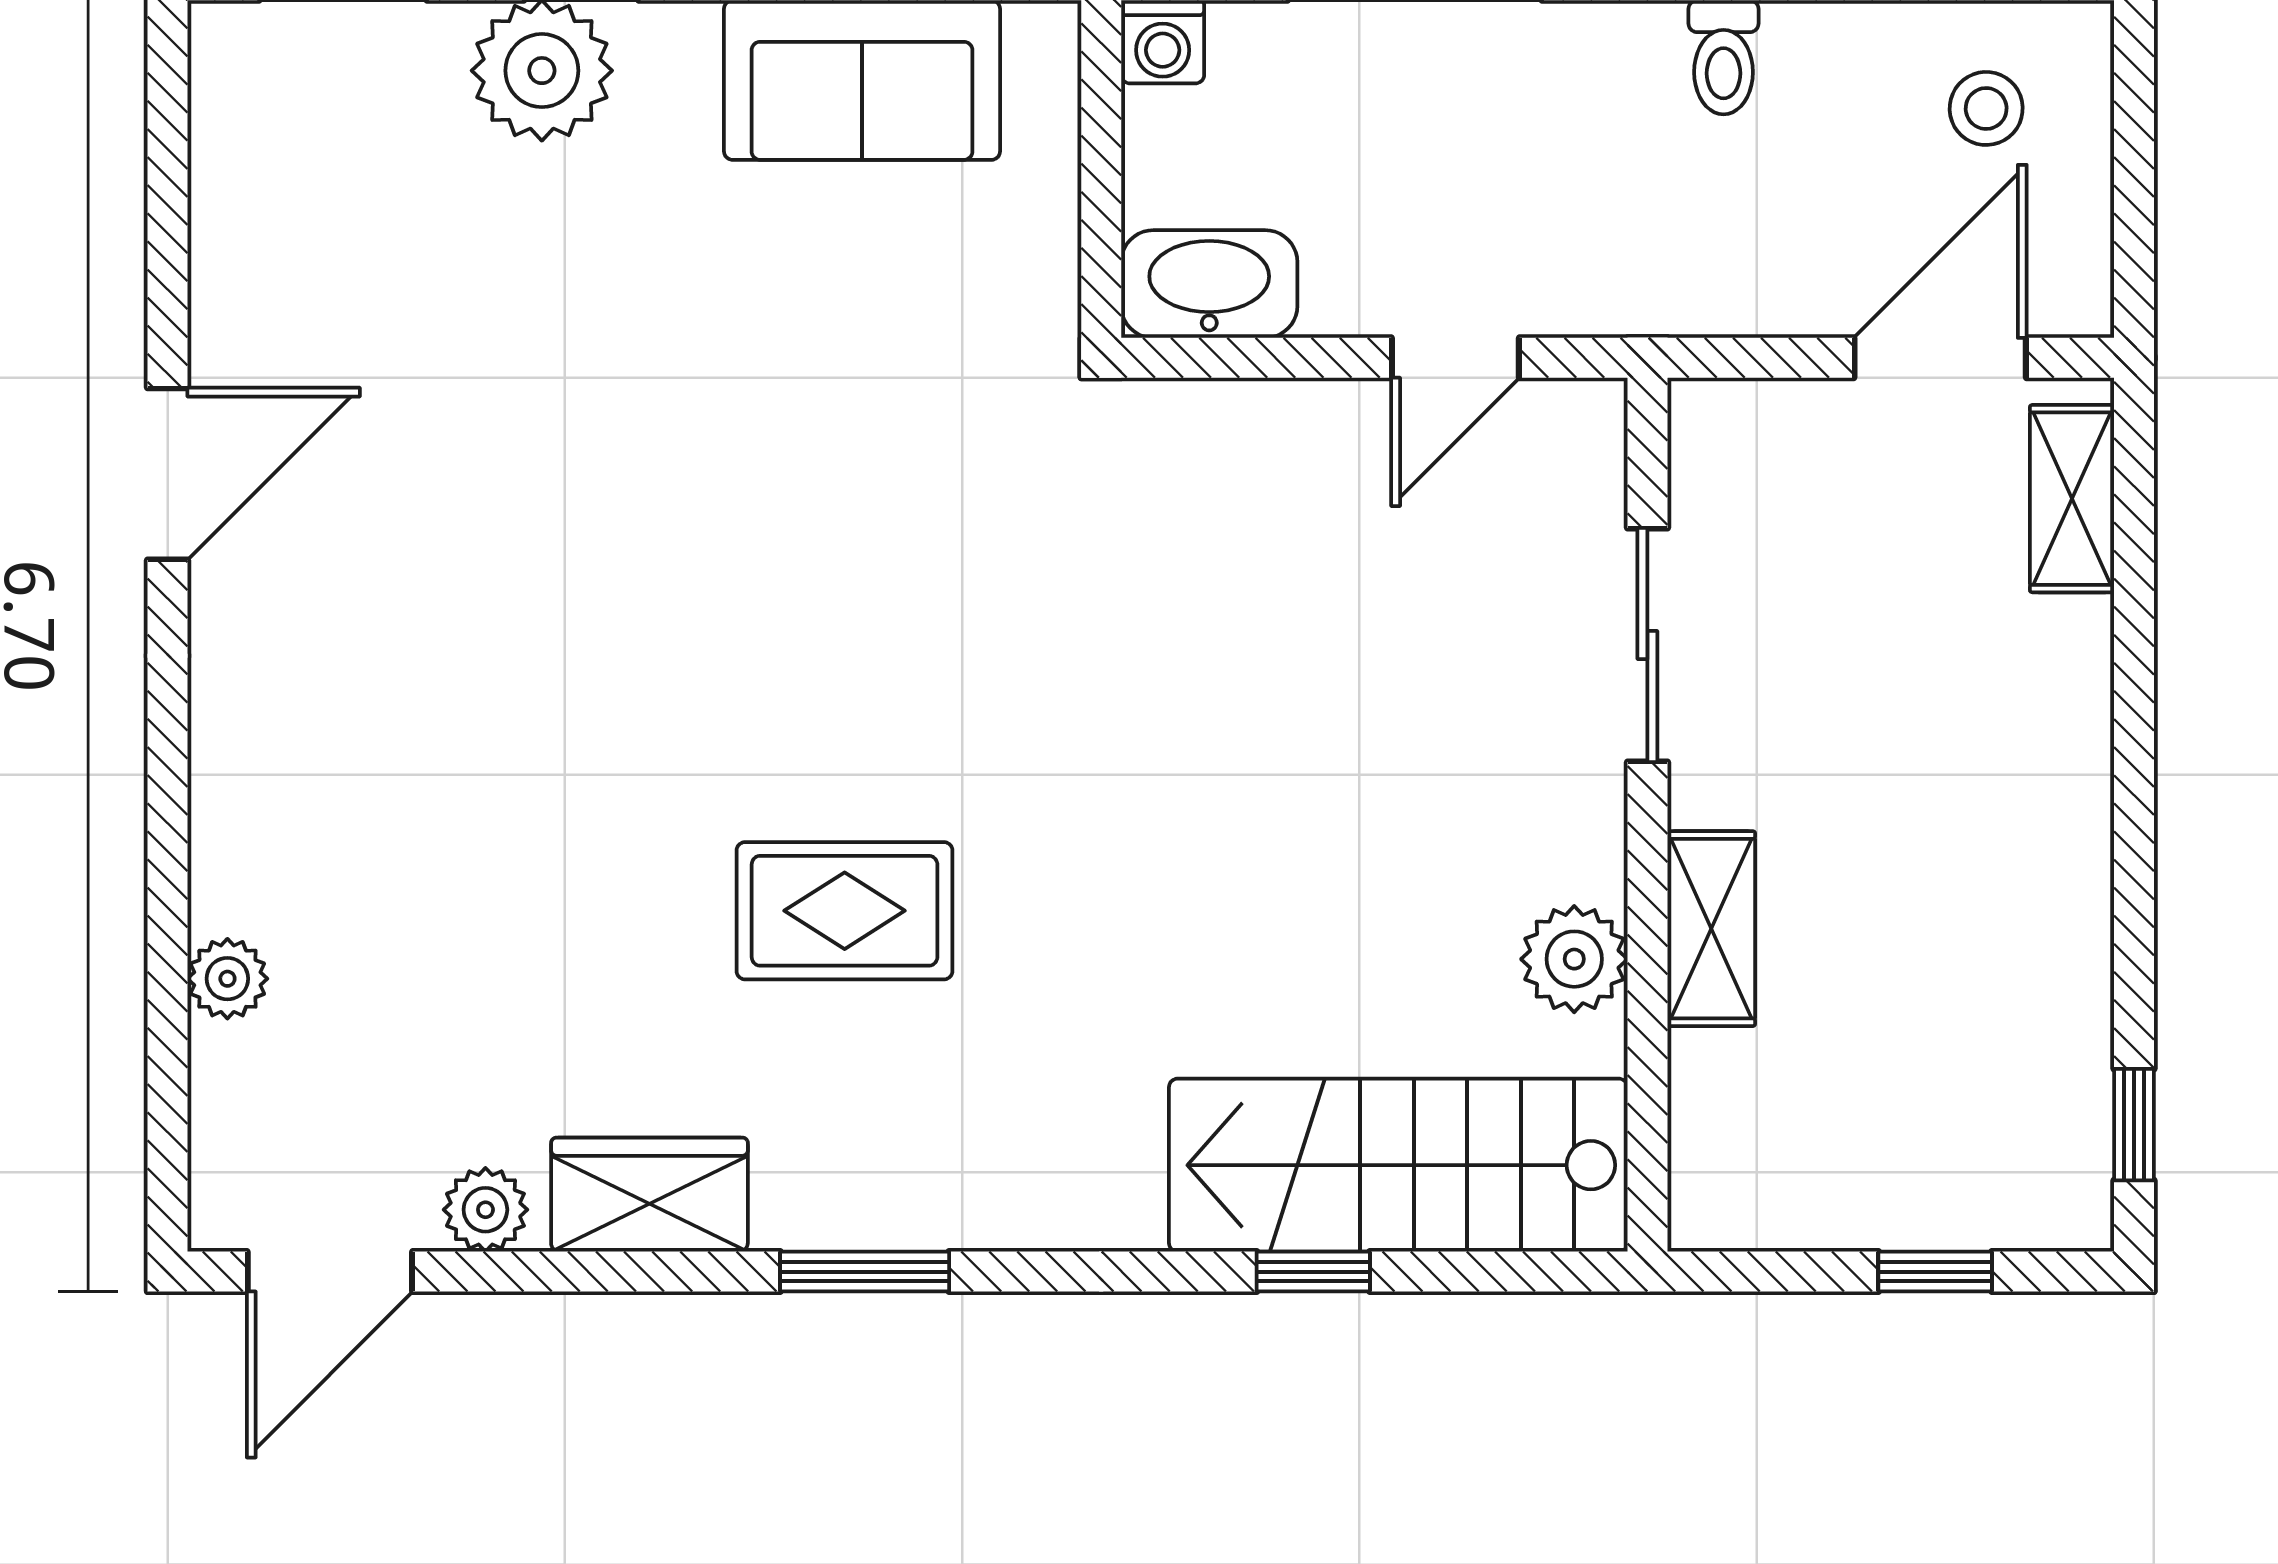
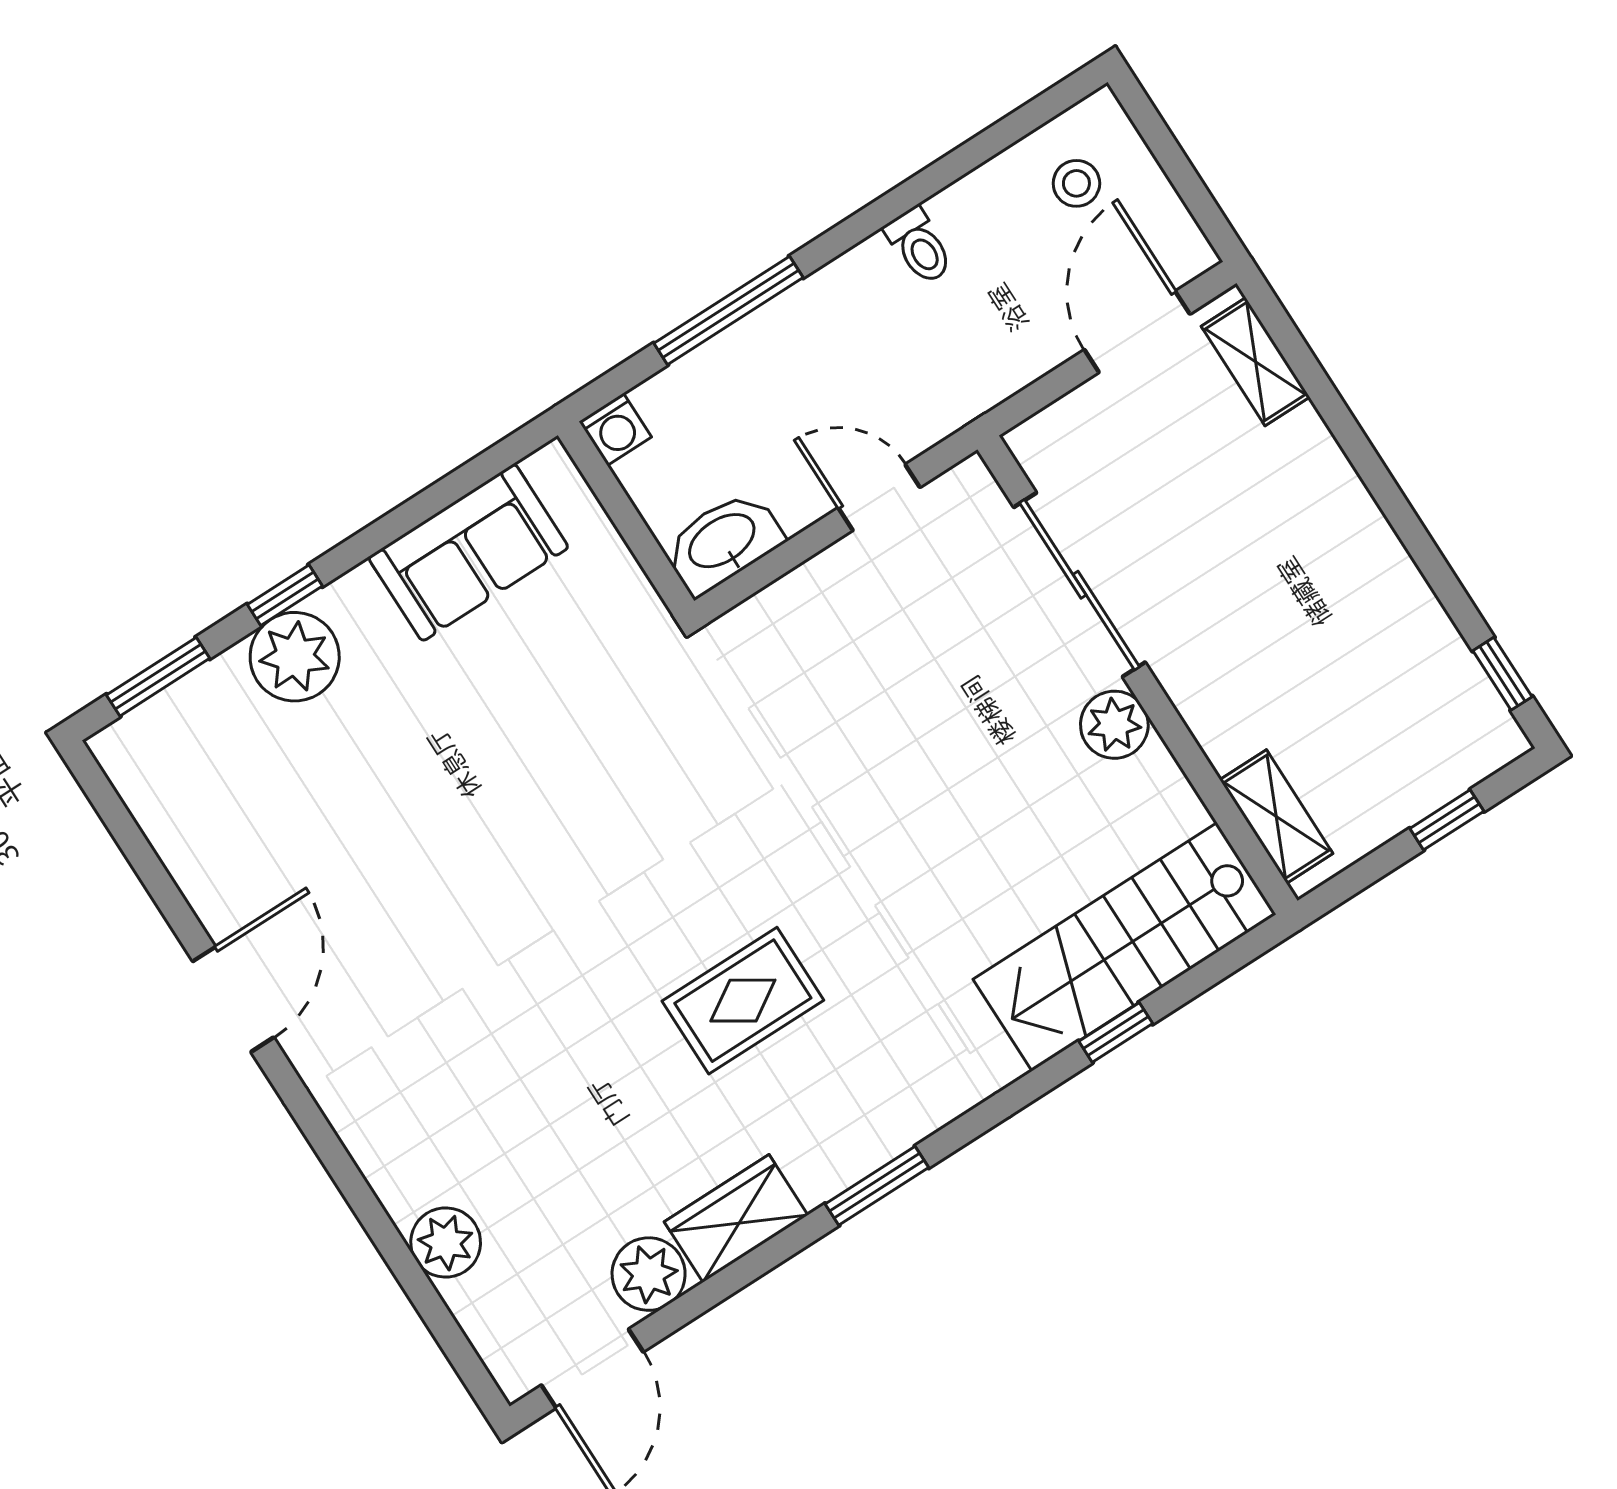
door: (1455, 358) -> (879, 497), swing flipped
sliding door: (1647, 645) -> (1080, 585), width x1.37
shelving: (1711, 929) -> (1276, 817), moved
plant: (1574, 959) -> (1114, 725), moved
plant: (227, 979) -> (446, 1242), width x1.38, depth x1.38
plant: (485, 1210) -> (649, 1274), width x1.38, depth x1.38

